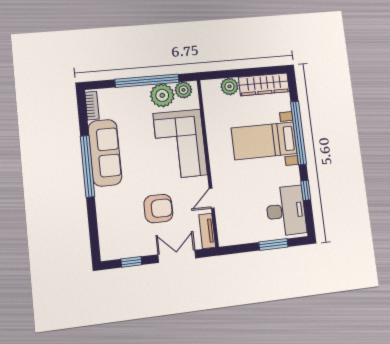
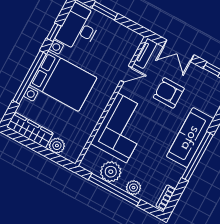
plant: (183, 90) -> (133, 188), moved
bed with nightstands: (264, 141) -> (63, 81), width x1.36
sofa: (105, 153) -> (190, 138), moved

